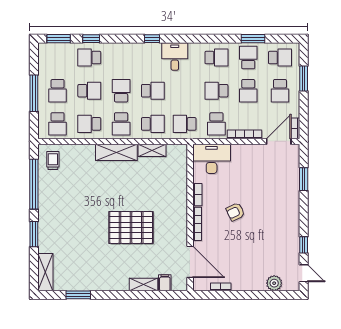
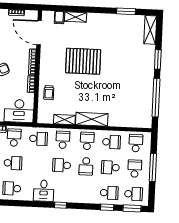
school desk: (58, 58) -> (134, 194), added
school desk: (153, 124) -> (63, 140), turned 90
trolley: (53, 161) -> (49, 93), moved

